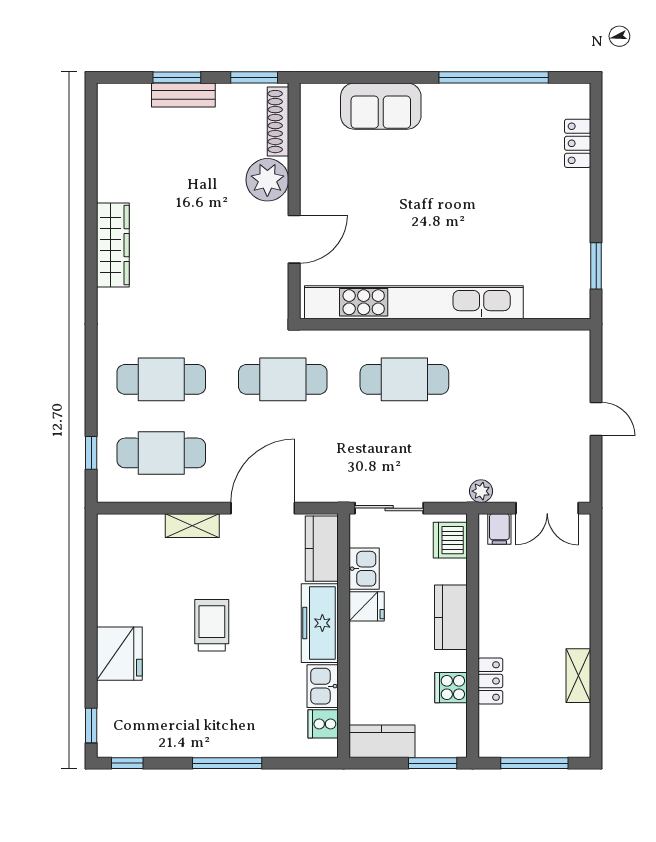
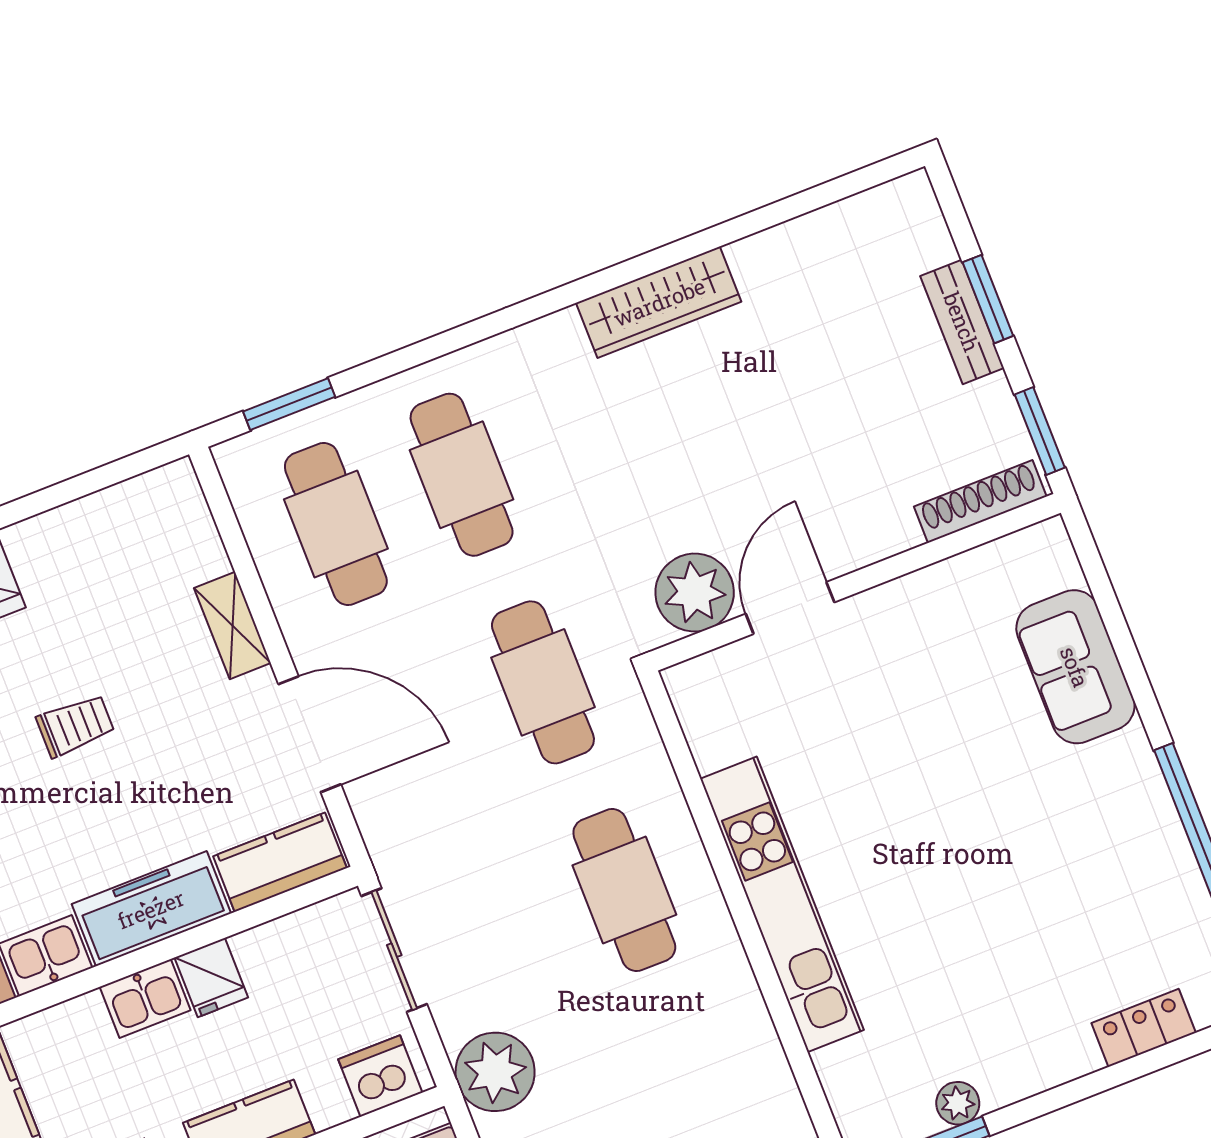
plant: (267, 180) -> (695, 593), moved
door: (294, 239) -> (790, 608), swing flipped
plant: (579, 253) -> (958, 1103), added
kitchen unit: (414, 302) -> (782, 904), width x0.73
window: (91, 453) -> (289, 404), width x1.50
plant: (481, 491) -> (495, 1072), width x1.87, depth x1.87
kitchen sink: (364, 569) -> (145, 999), moved
trolley: (212, 625) -> (75, 726), width x0.73, depth x0.72

